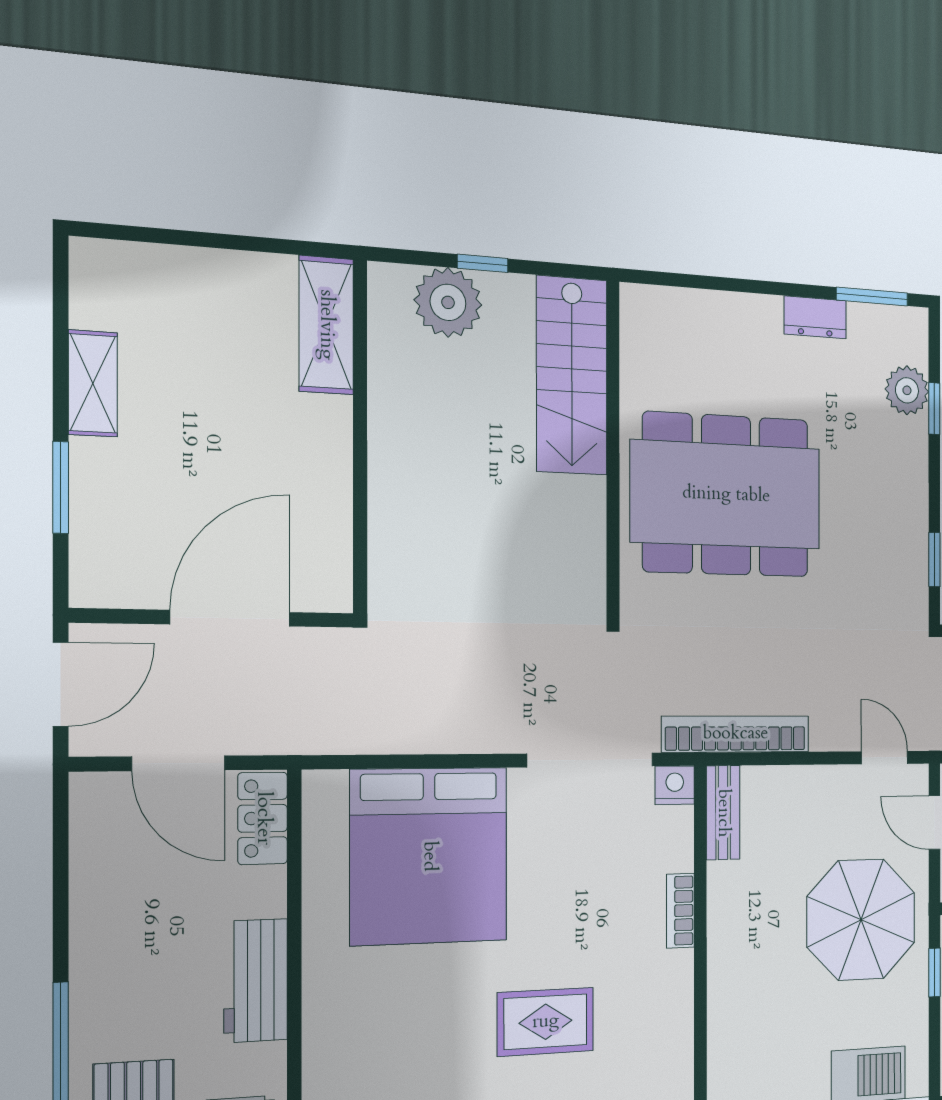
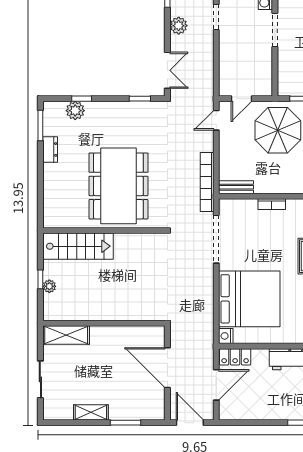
sliding door: (195, 239) -> (40, 379), added
plant: (448, 302) -> (49, 286), width x0.53, depth x0.53
nightstand: (675, 785) -> (226, 336), moved

